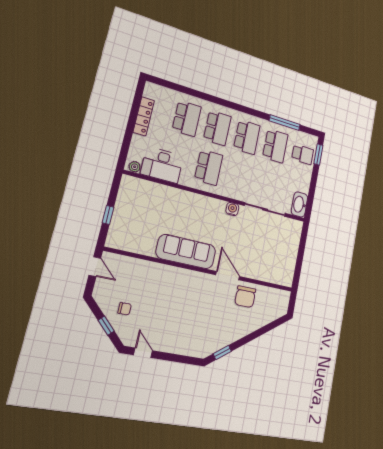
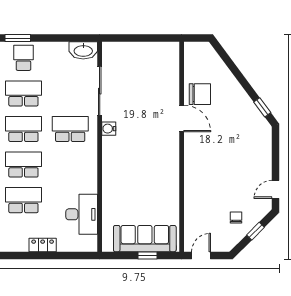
locker: (144, 116) -> (43, 245), width x0.66
plant: (135, 167) -> (91, 242), removed
school desk: (209, 167) -> (70, 129), moved
sofa: (186, 252) -> (145, 239), moved, turned 90
door: (228, 276) -> (182, 118), swing flipped

